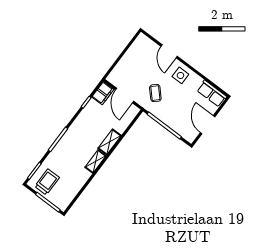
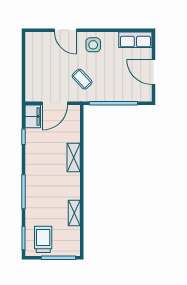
door: (124, 96) -> (55, 103), hinge flipped
shelving: (95, 161) -> (74, 213), moved

